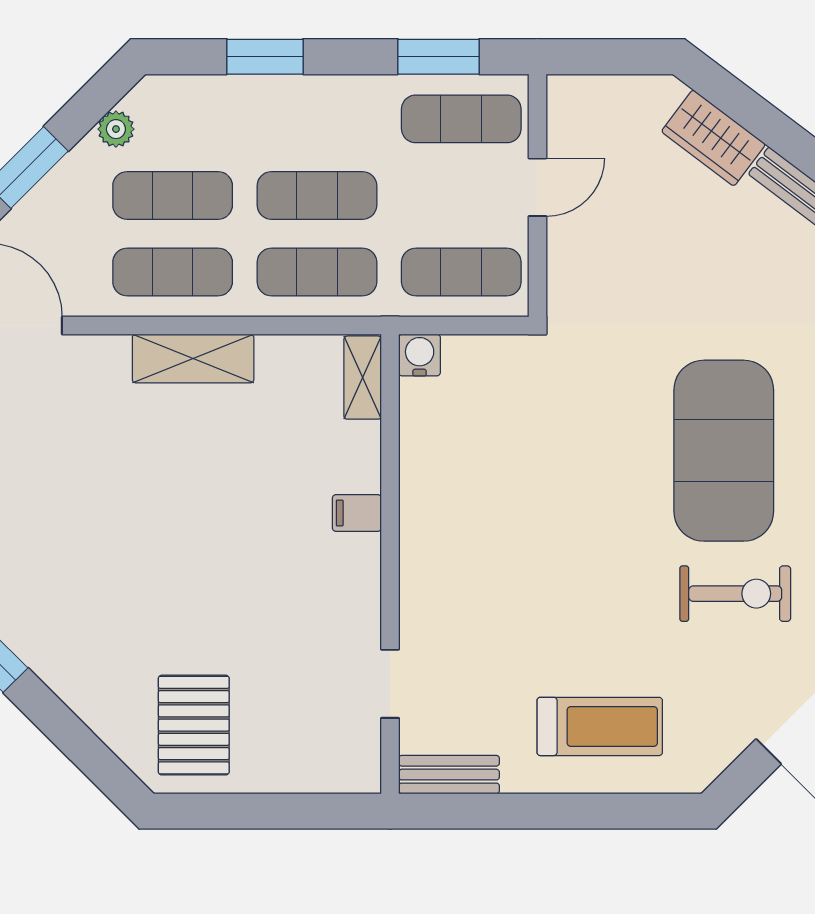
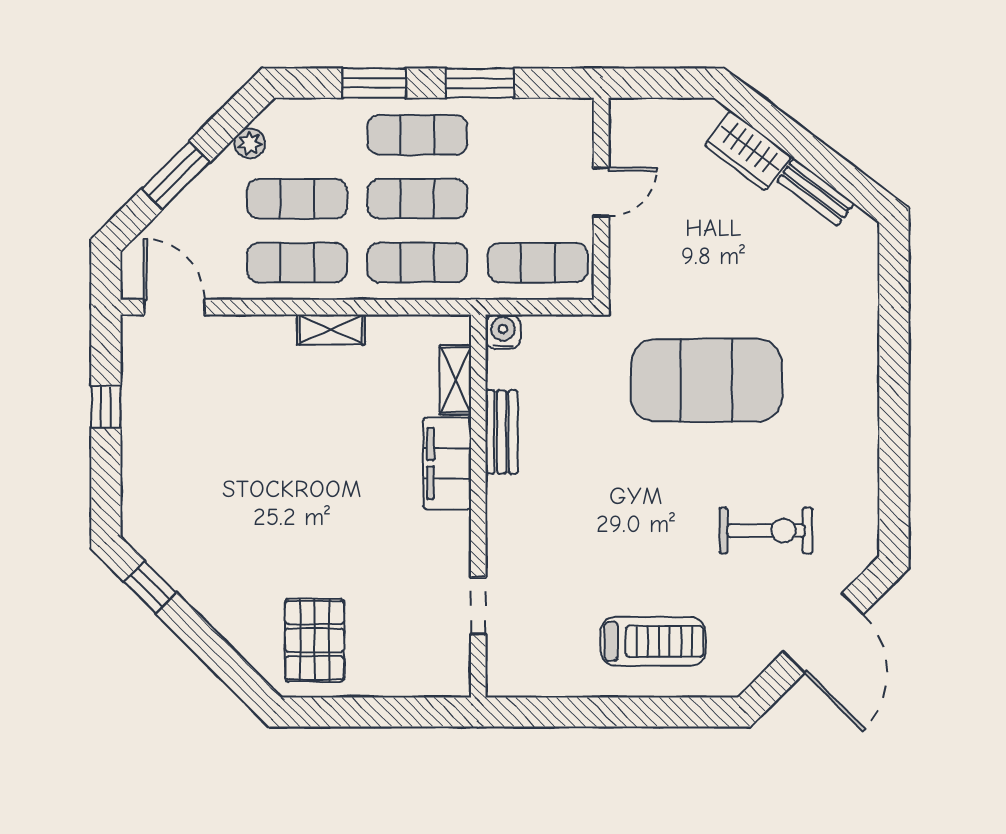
window: (439, 57) -> (480, 83), moved
exercise mat: (461, 119) -> (417, 135), moved
shelving: (193, 359) -> (331, 330), width x0.67, depth x0.75
shelving: (363, 378) -> (455, 380), moved
exercise mat: (724, 451) -> (706, 380), moved, turned 90
filing cabinet: (357, 513) -> (447, 463), width x3.00, depth x1.17
bench: (449, 775) -> (502, 432), moved, turned 90

